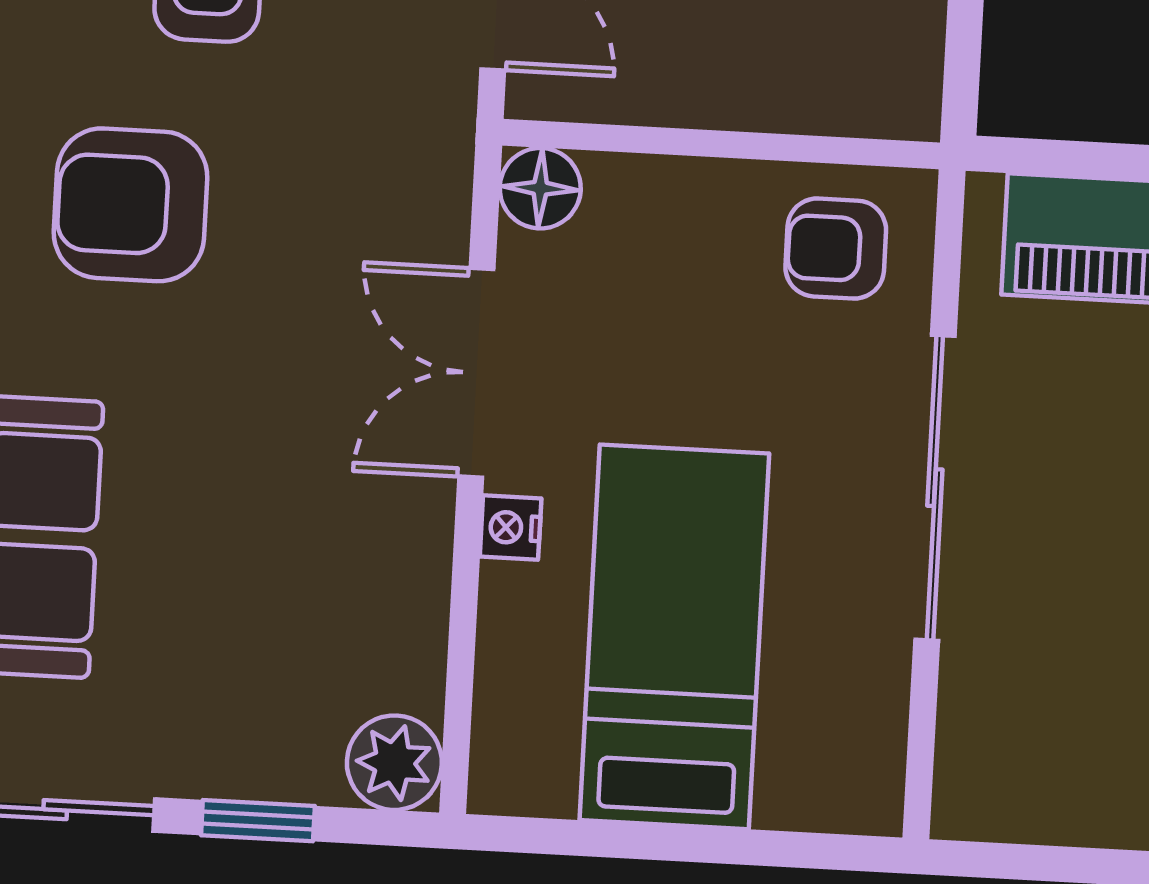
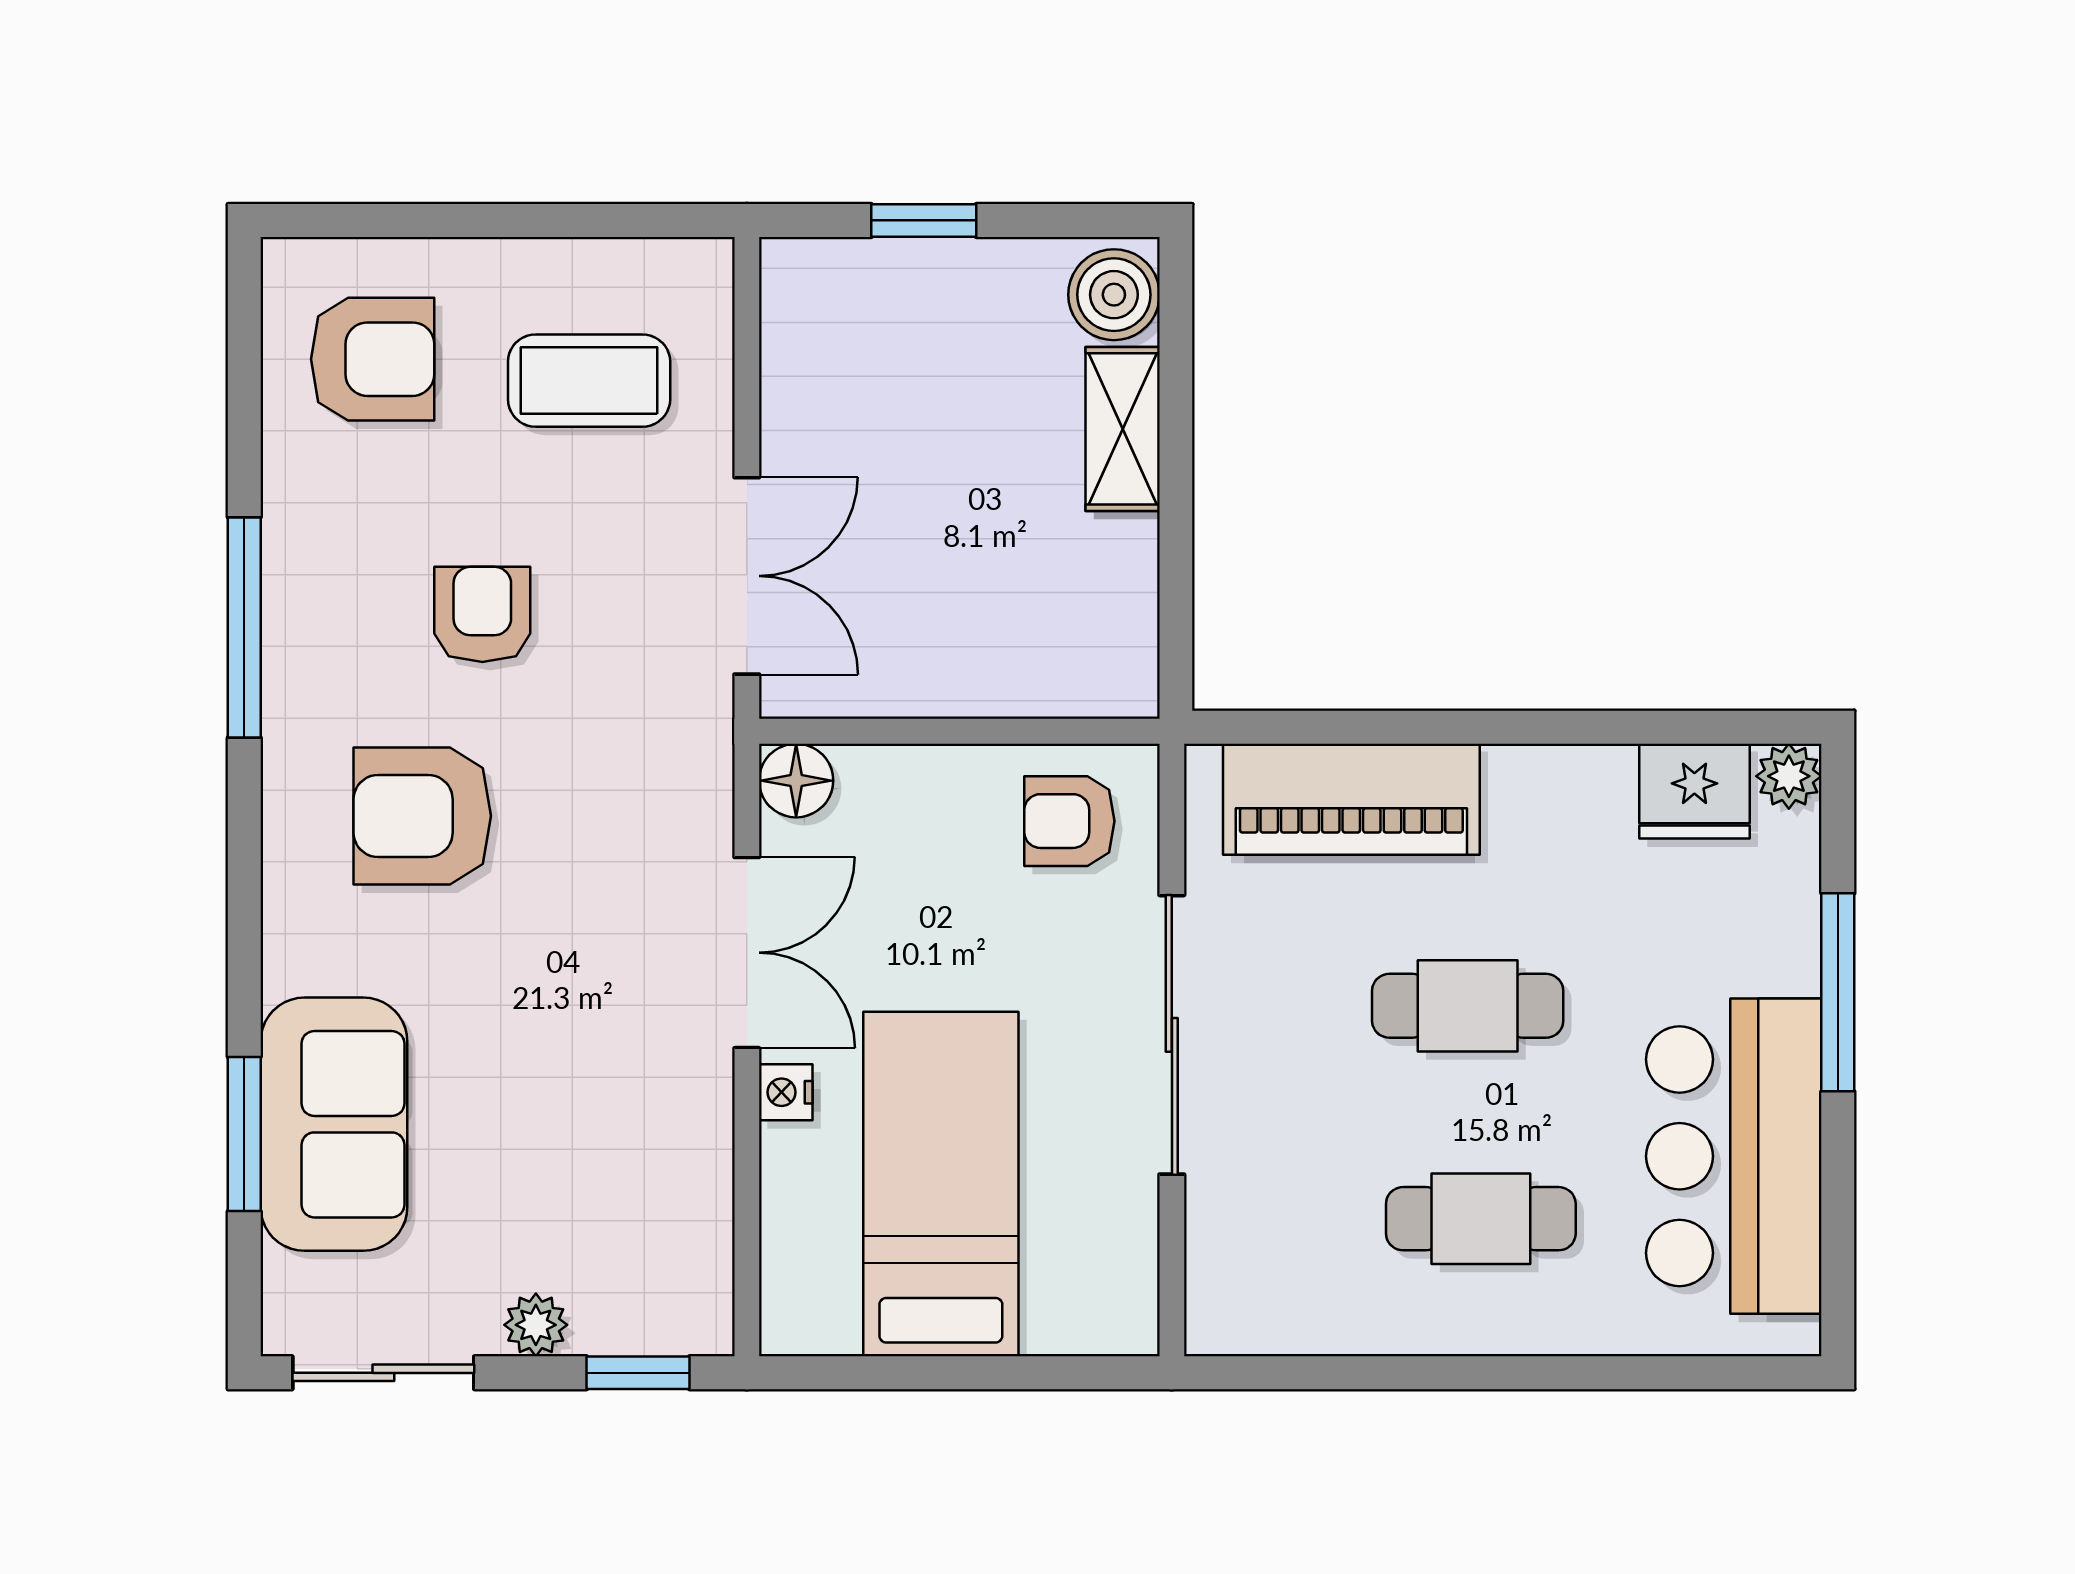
double door: (476, 373) -> (747, 953), swing flipped
plant: (394, 763) -> (536, 1325), moved, width x0.73, depth x0.73
window: (258, 821) -> (638, 1373), moved

